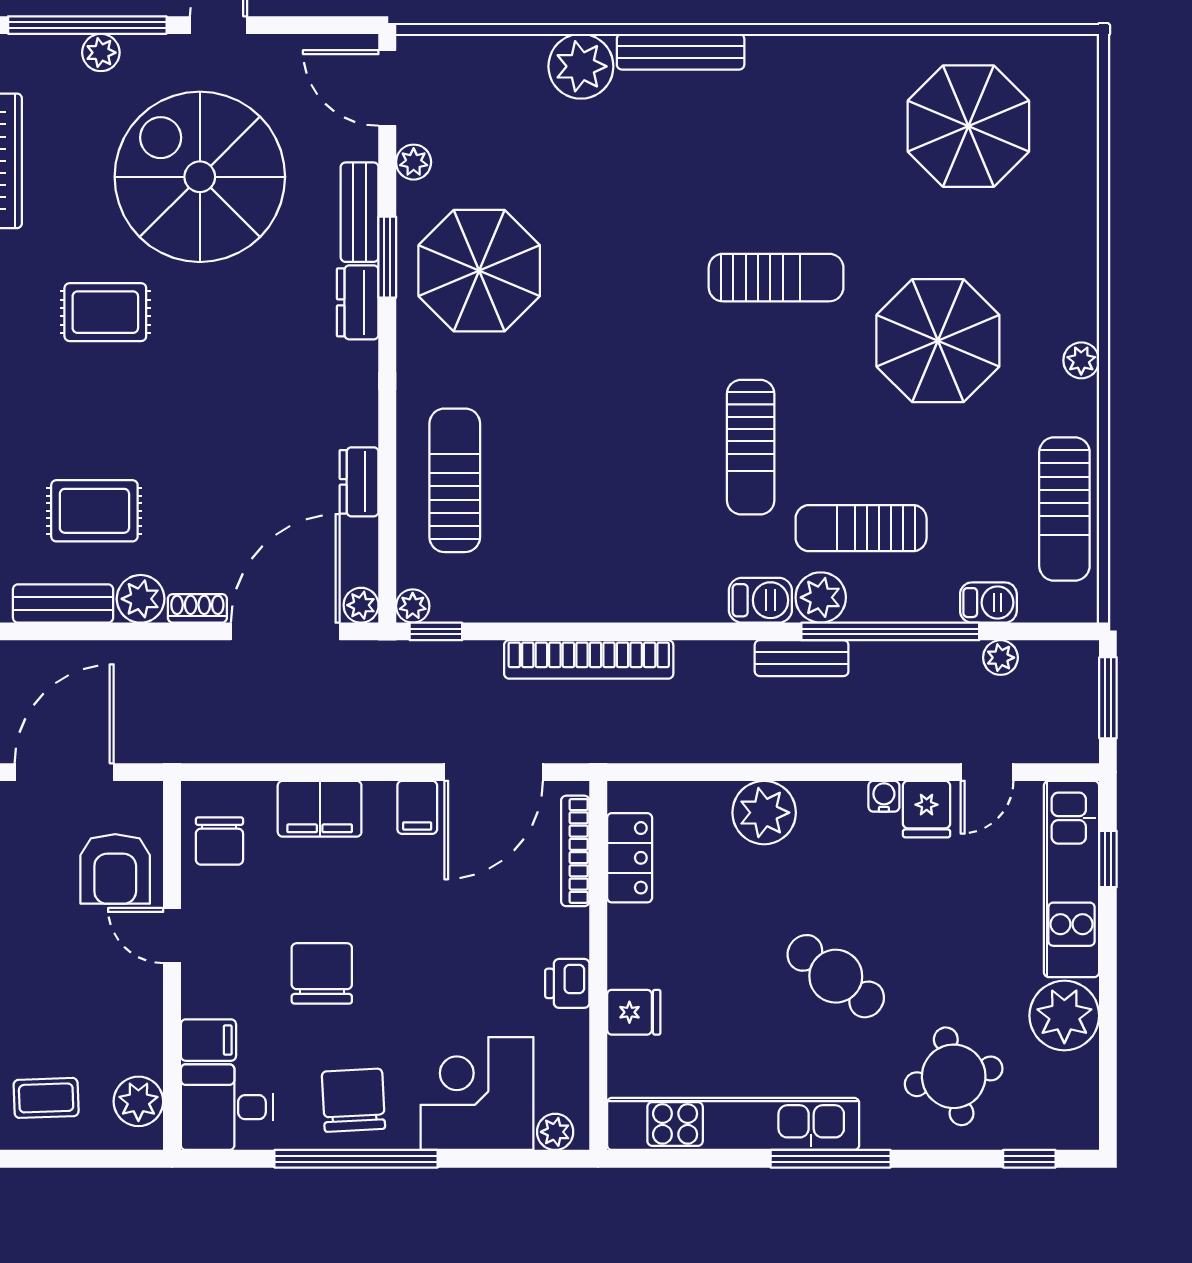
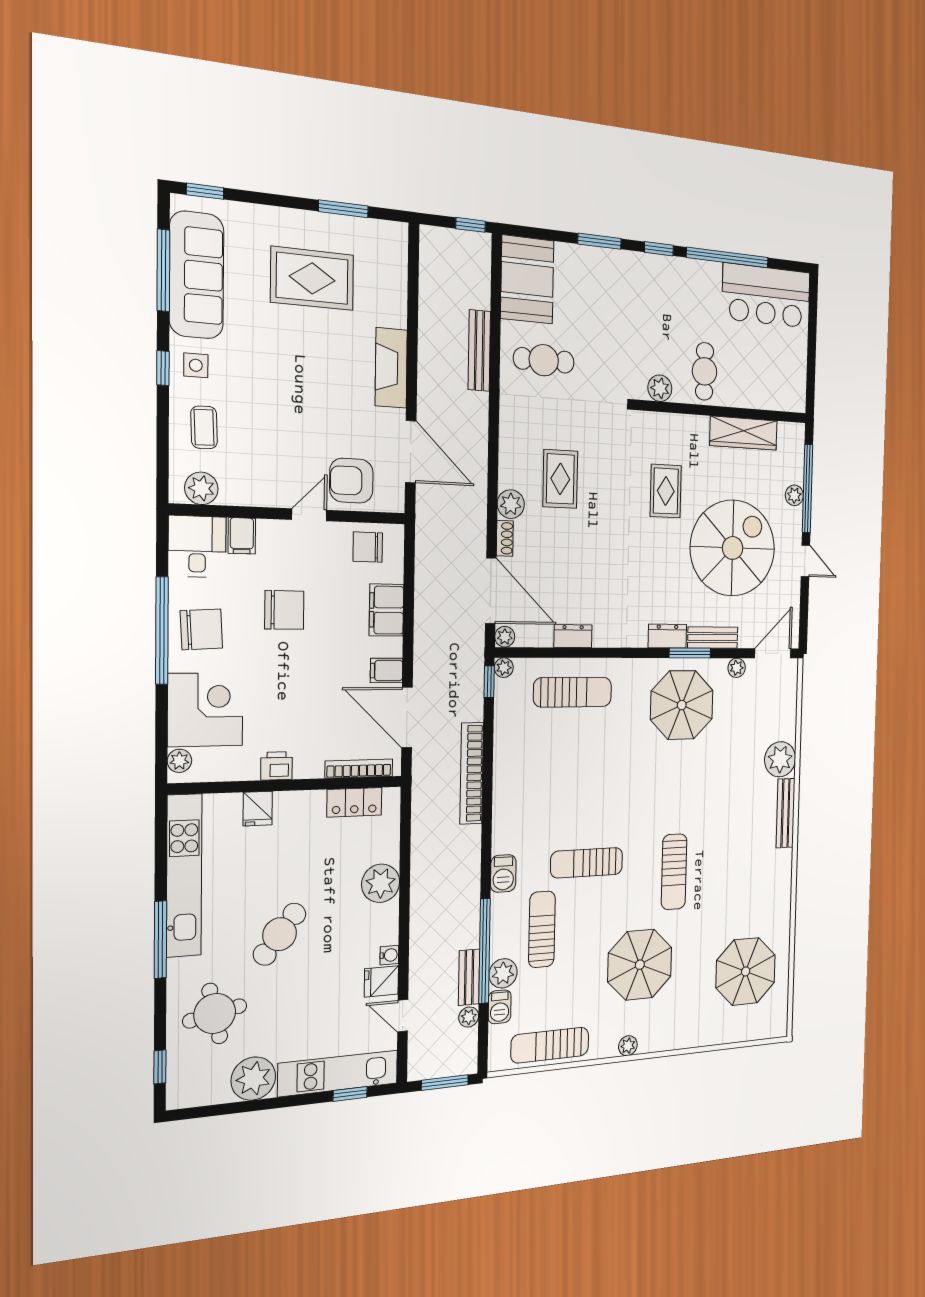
plant: (821, 597) -> (503, 973), moved
bench: (63, 604) -> (509, 457), removed
bench: (802, 658) -> (469, 977), moved

